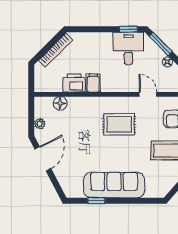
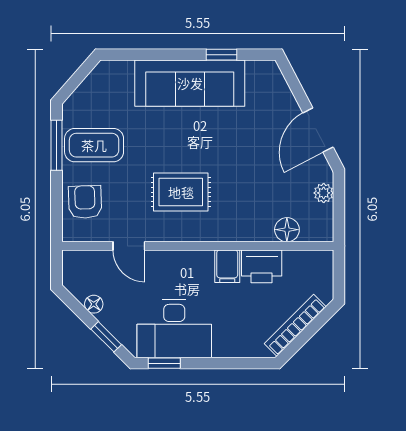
window: (161, 44) -> (106, 337), width x0.67
desk: (128, 48) -> (174, 329), width x1.37

